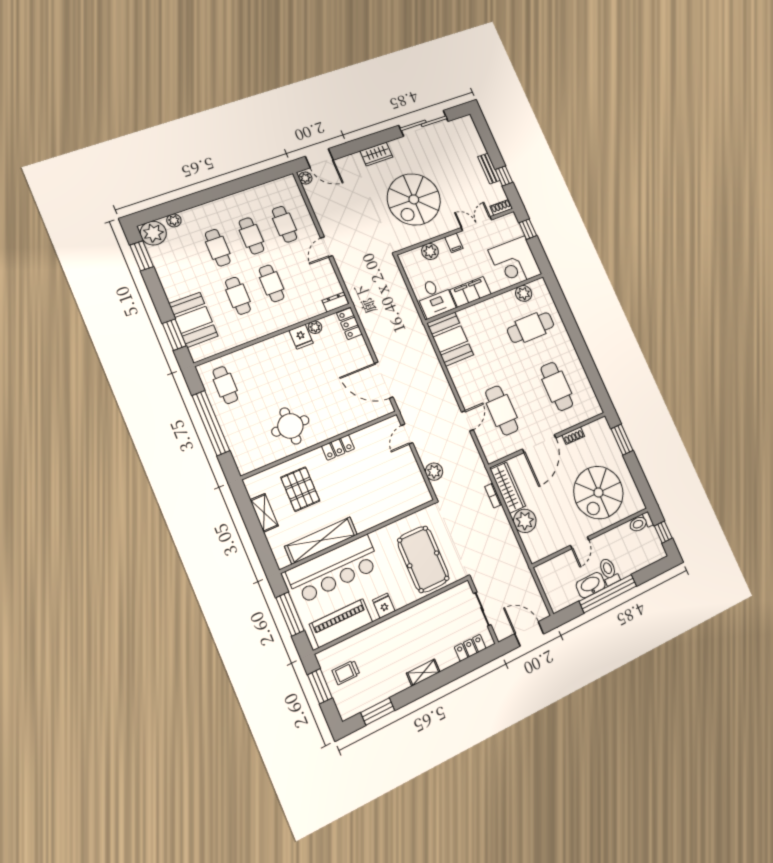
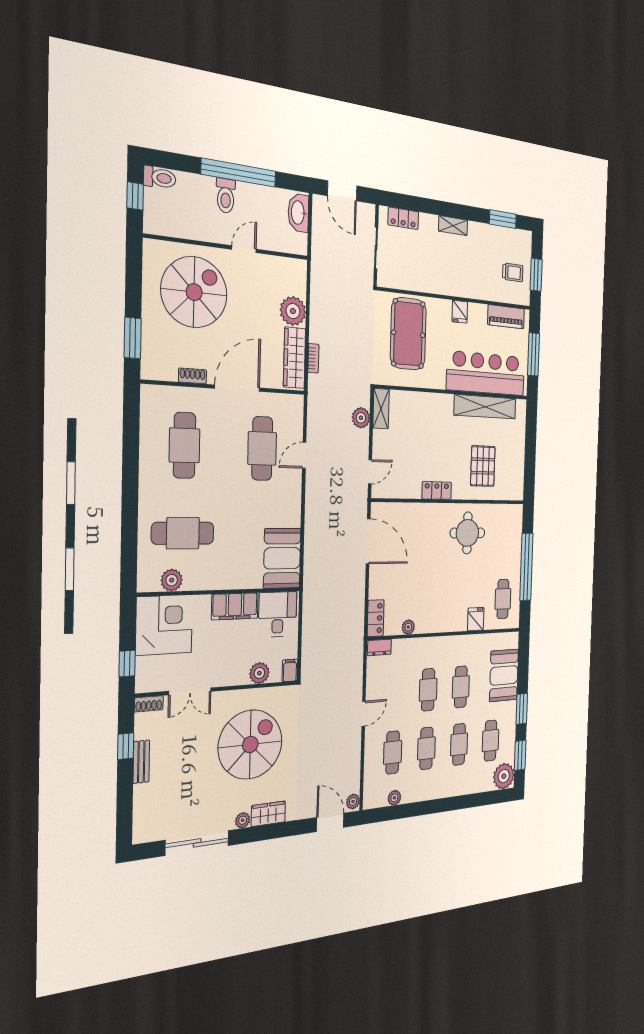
plant: (395, 145) -> (243, 820), added
plant: (174, 220) -> (394, 798), moved
filing cabinet: (454, 243) -> (290, 670), moved
cafe table: (183, 260) -> (490, 741), added
window: (174, 335) -> (522, 709), moved
fridge: (301, 337) -> (476, 619), moved
shelving: (264, 513) -> (381, 409), moved
toilet: (641, 523) -> (160, 178), moved
washbasin: (591, 585) -> (298, 213), moved, turned 90
piano: (341, 623) -> (506, 317), width x0.73, depth x0.75

